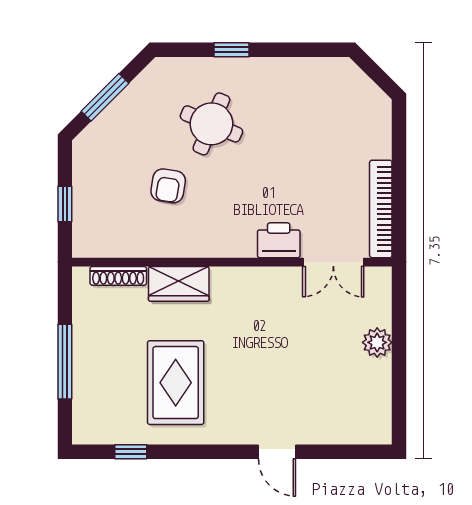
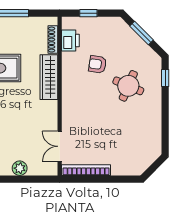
window: (232, 50) -> (165, 78), moved
printer: (279, 240) -> (70, 40), moved
wardrobe: (179, 284) -> (49, 77), width x1.50

